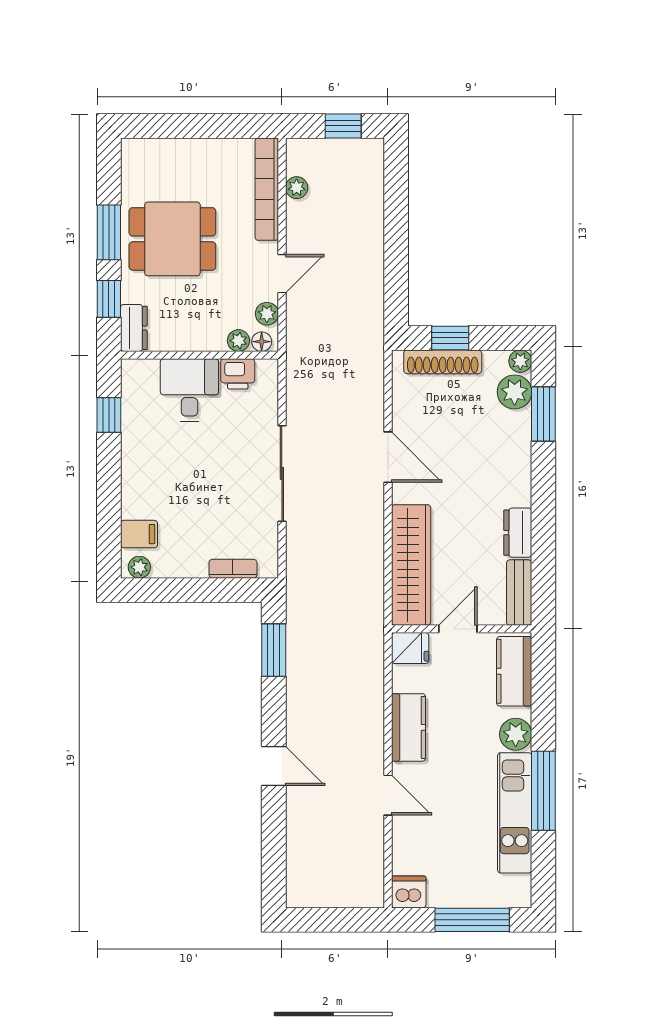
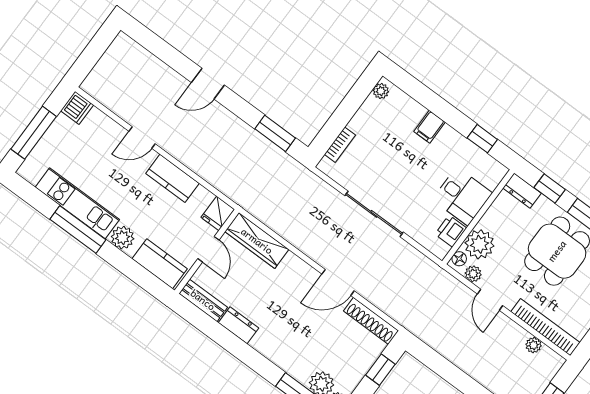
plant: (238, 341) -> (479, 244), width x1.88, depth x1.88
shoe rack: (443, 362) -> (371, 321), moved, turned -90
filing cabinet: (139, 534) -> (430, 127), moved
wardrobe: (411, 565) -> (257, 241), width x0.71, depth x0.85

